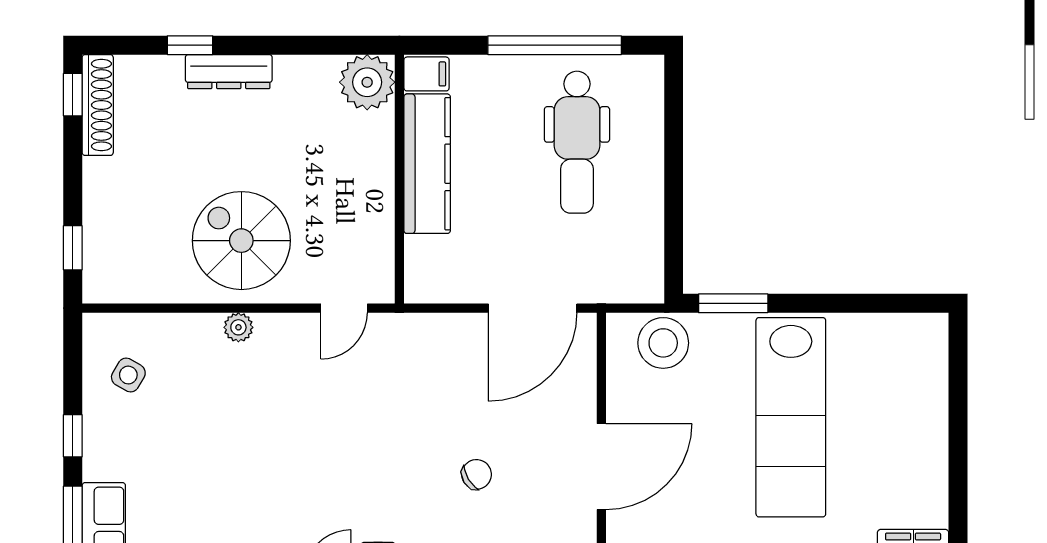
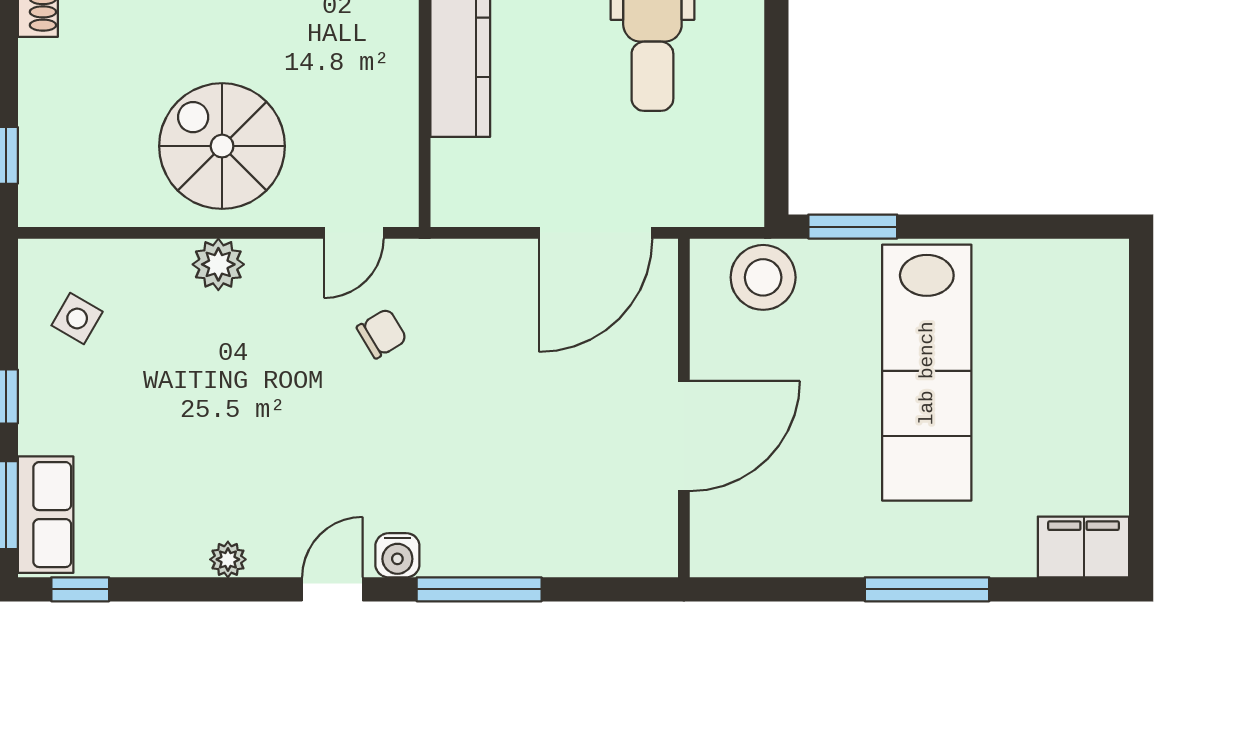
plant: (238, 327) -> (218, 264), width x1.38, depth x1.38
chair: (477, 474) -> (382, 333), moved

